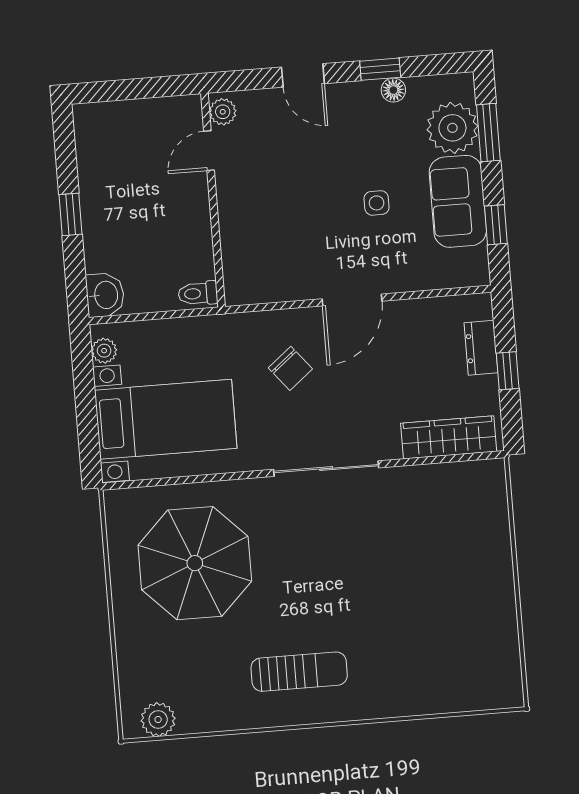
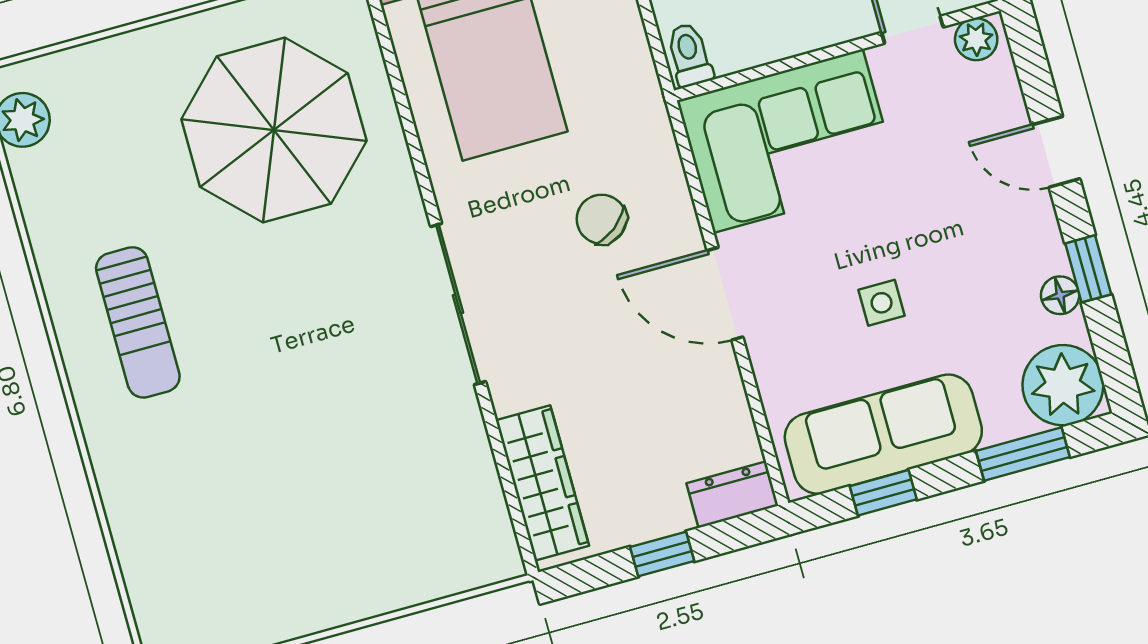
door: (303, 75) -> (1056, 152), hinge flipped
plant: (452, 128) -> (1063, 385), moved
sofa: (458, 201) -> (883, 434), width x1.36
corner sofa: (264, 242) -> (788, 141), added
dresser: (481, 348) -> (732, 494), moved
chair: (290, 368) -> (602, 219), turned 91

